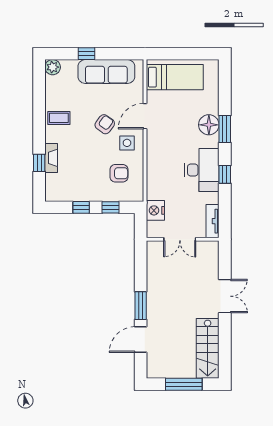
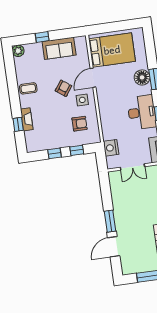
sofa: (106, 72) -> (59, 48), width x0.73
bed: (175, 77) -> (112, 50), width x1.50

